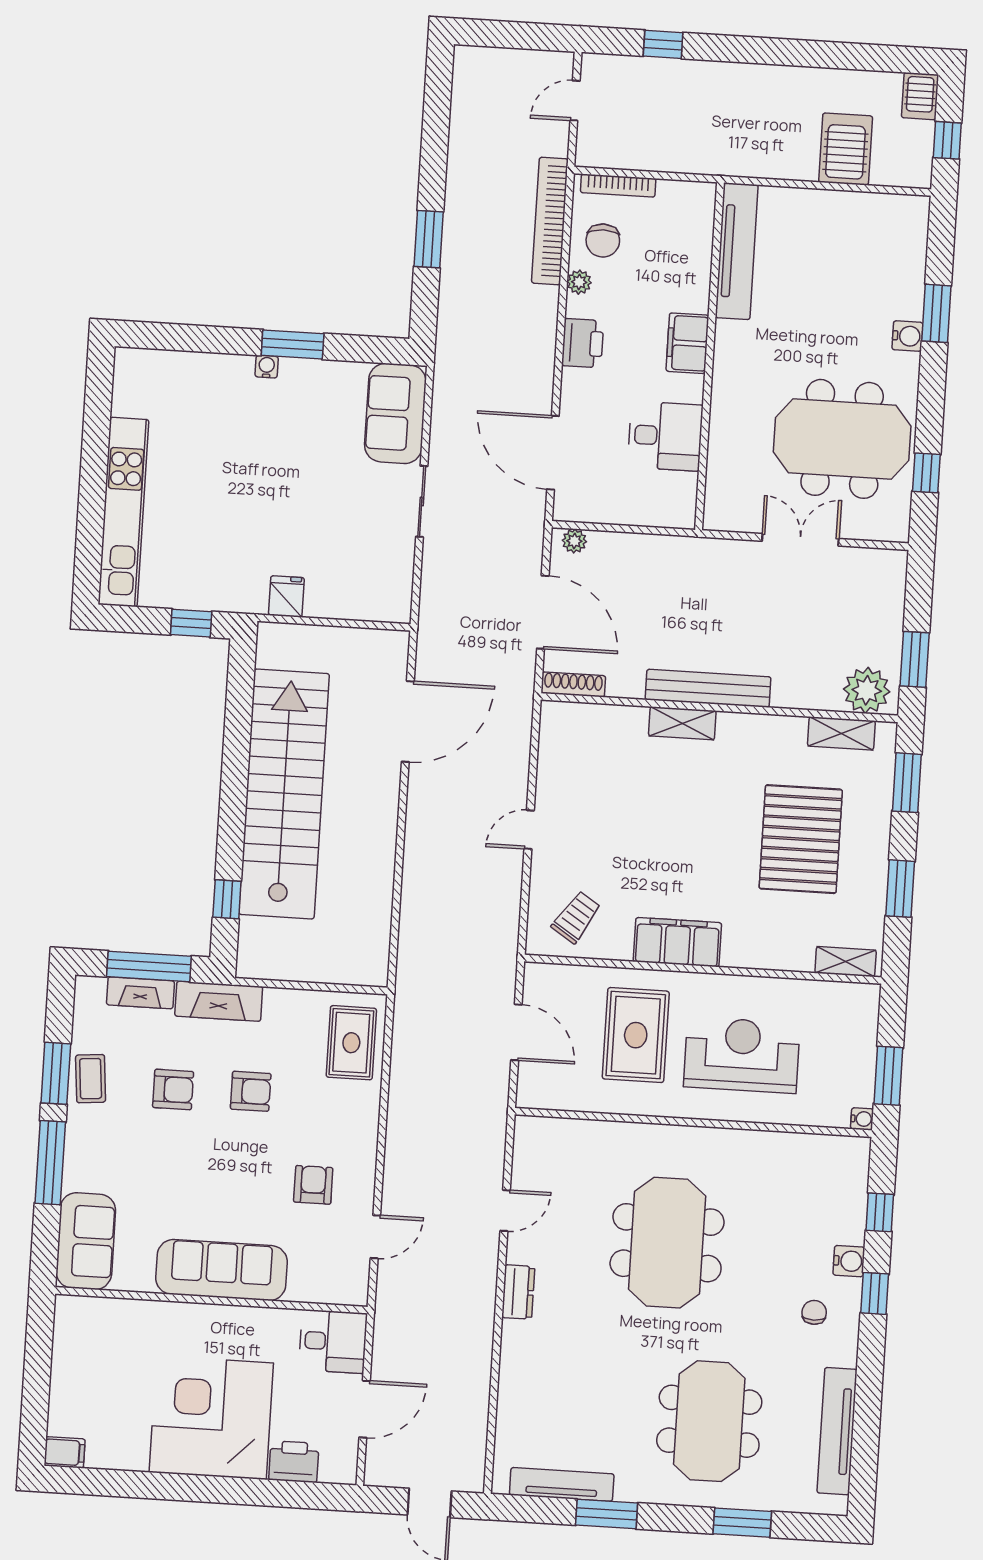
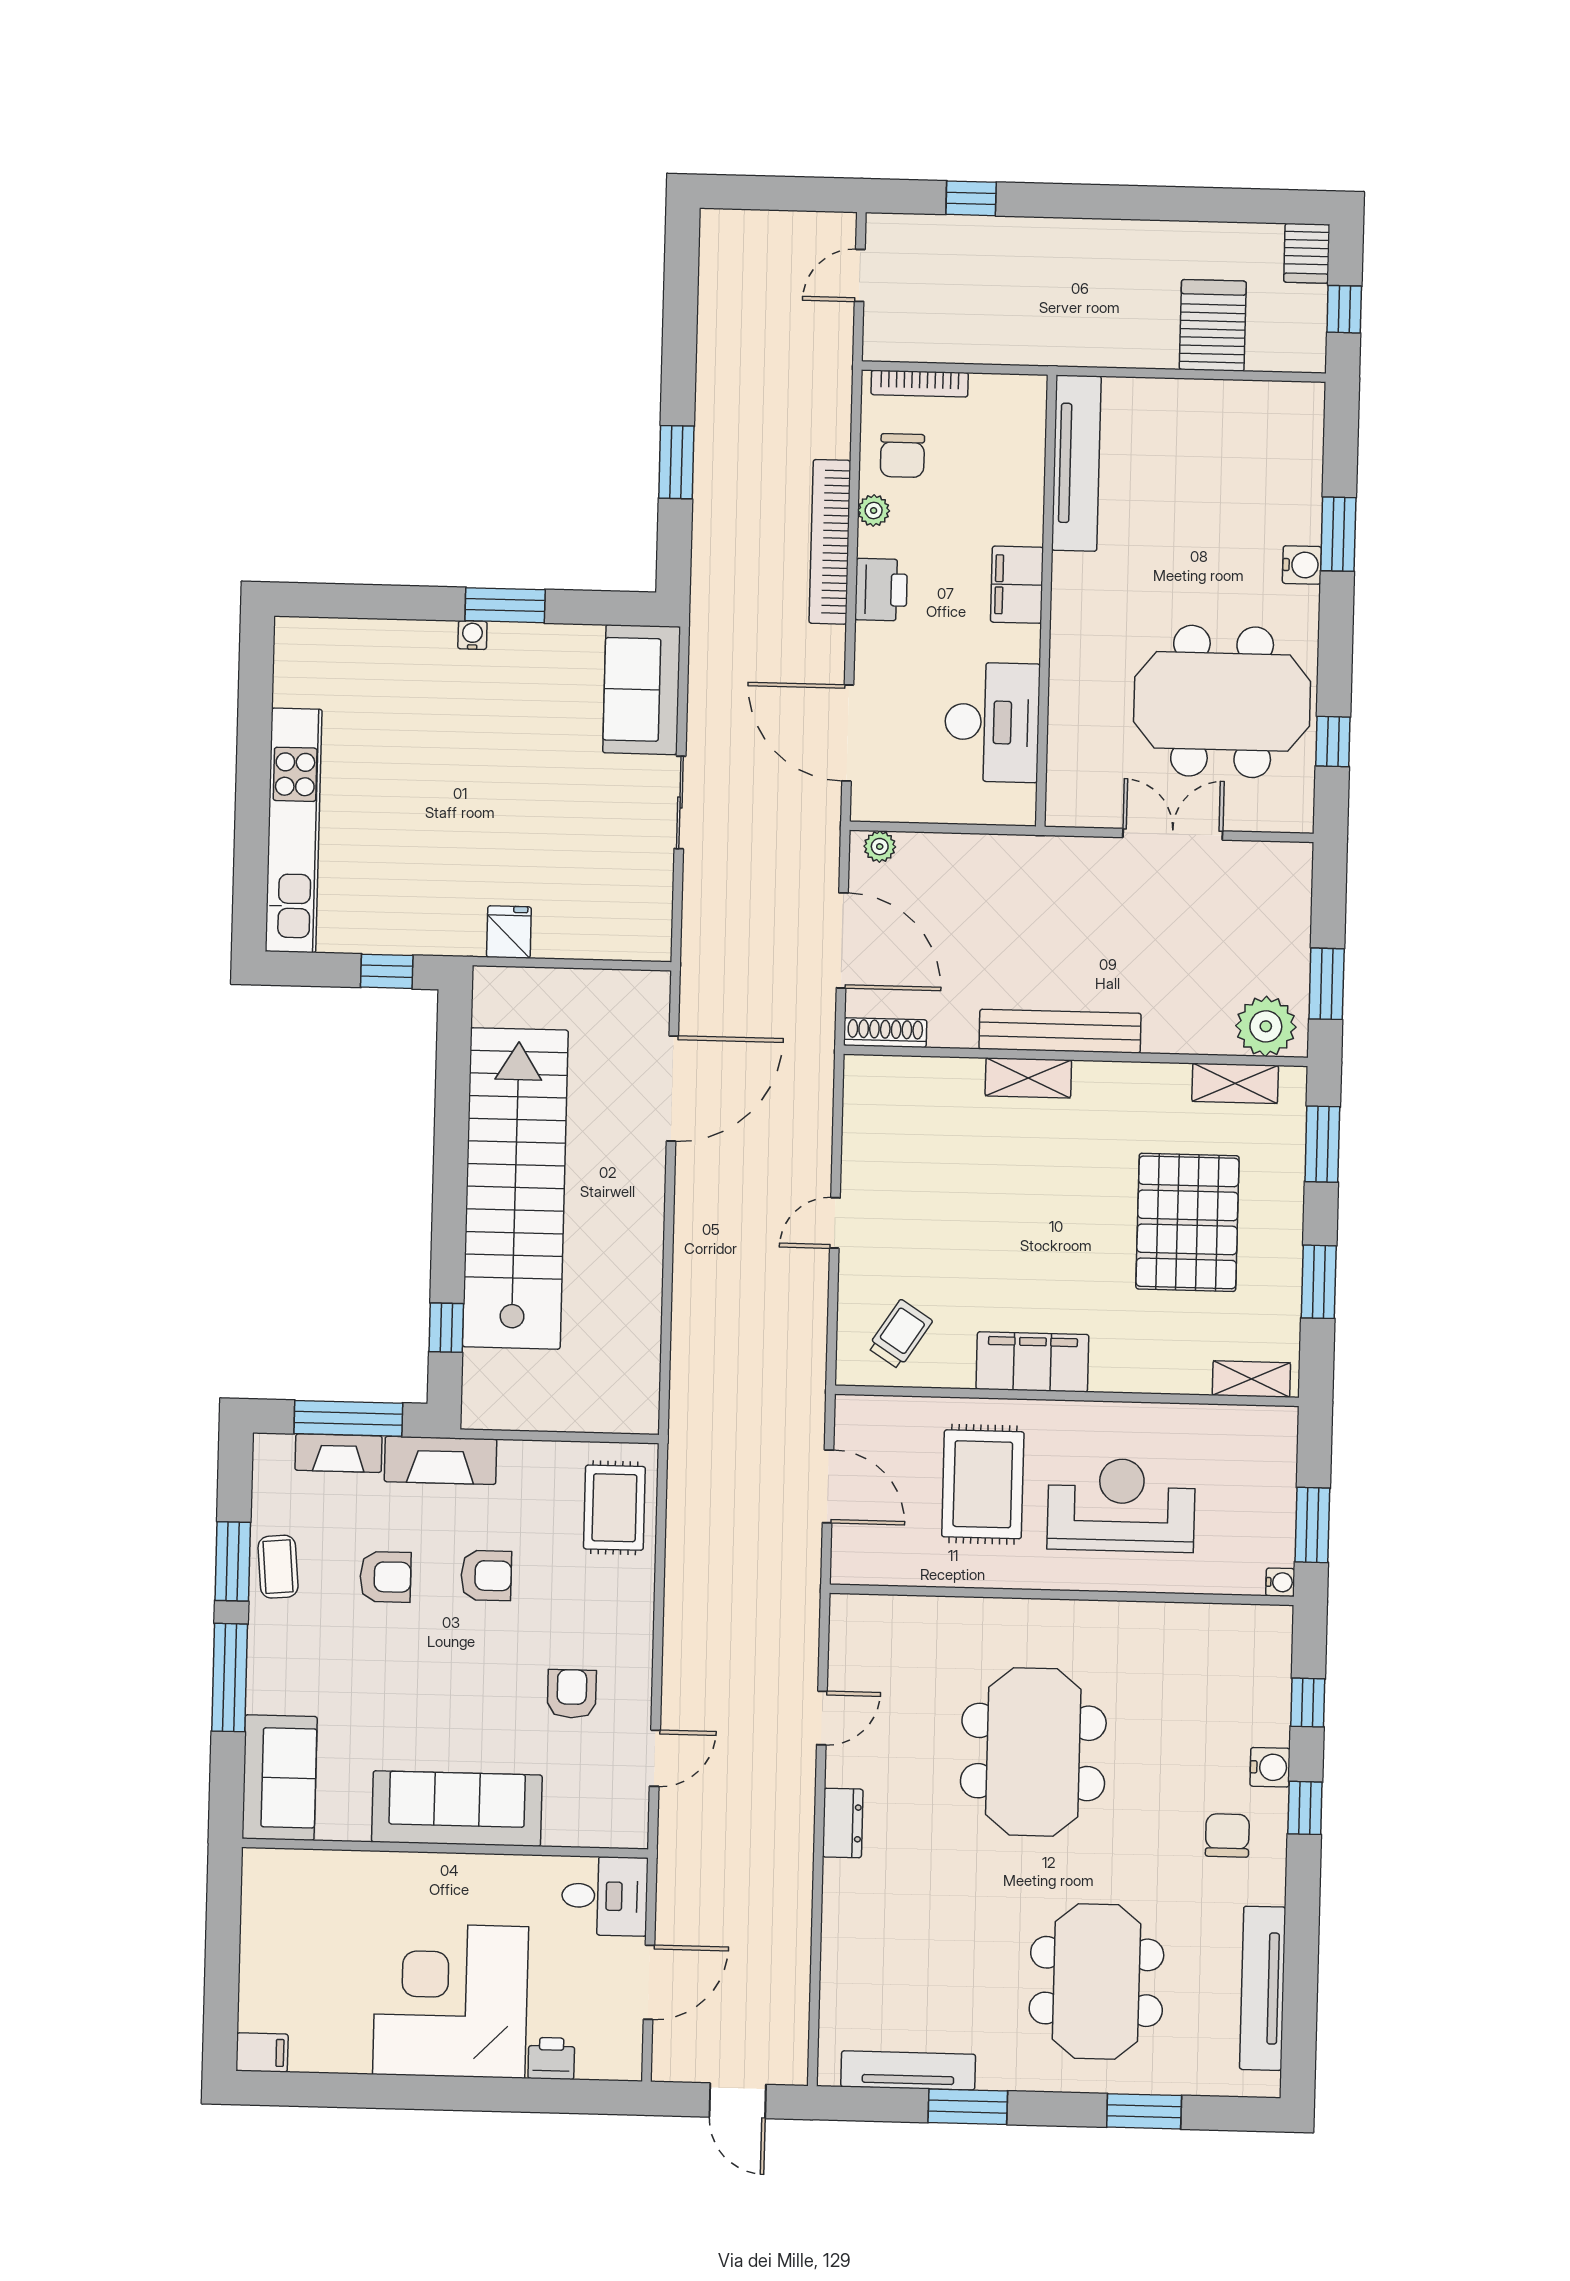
bookcase: (550, 221) -> (830, 542), moved
desk: (665, 436) -> (992, 722), width x1.37
chair: (814, 1312) -> (1227, 1835), width x1.37, depth x1.37
printer: (294, 1462) -> (551, 2058), width x0.73, depth x0.81

